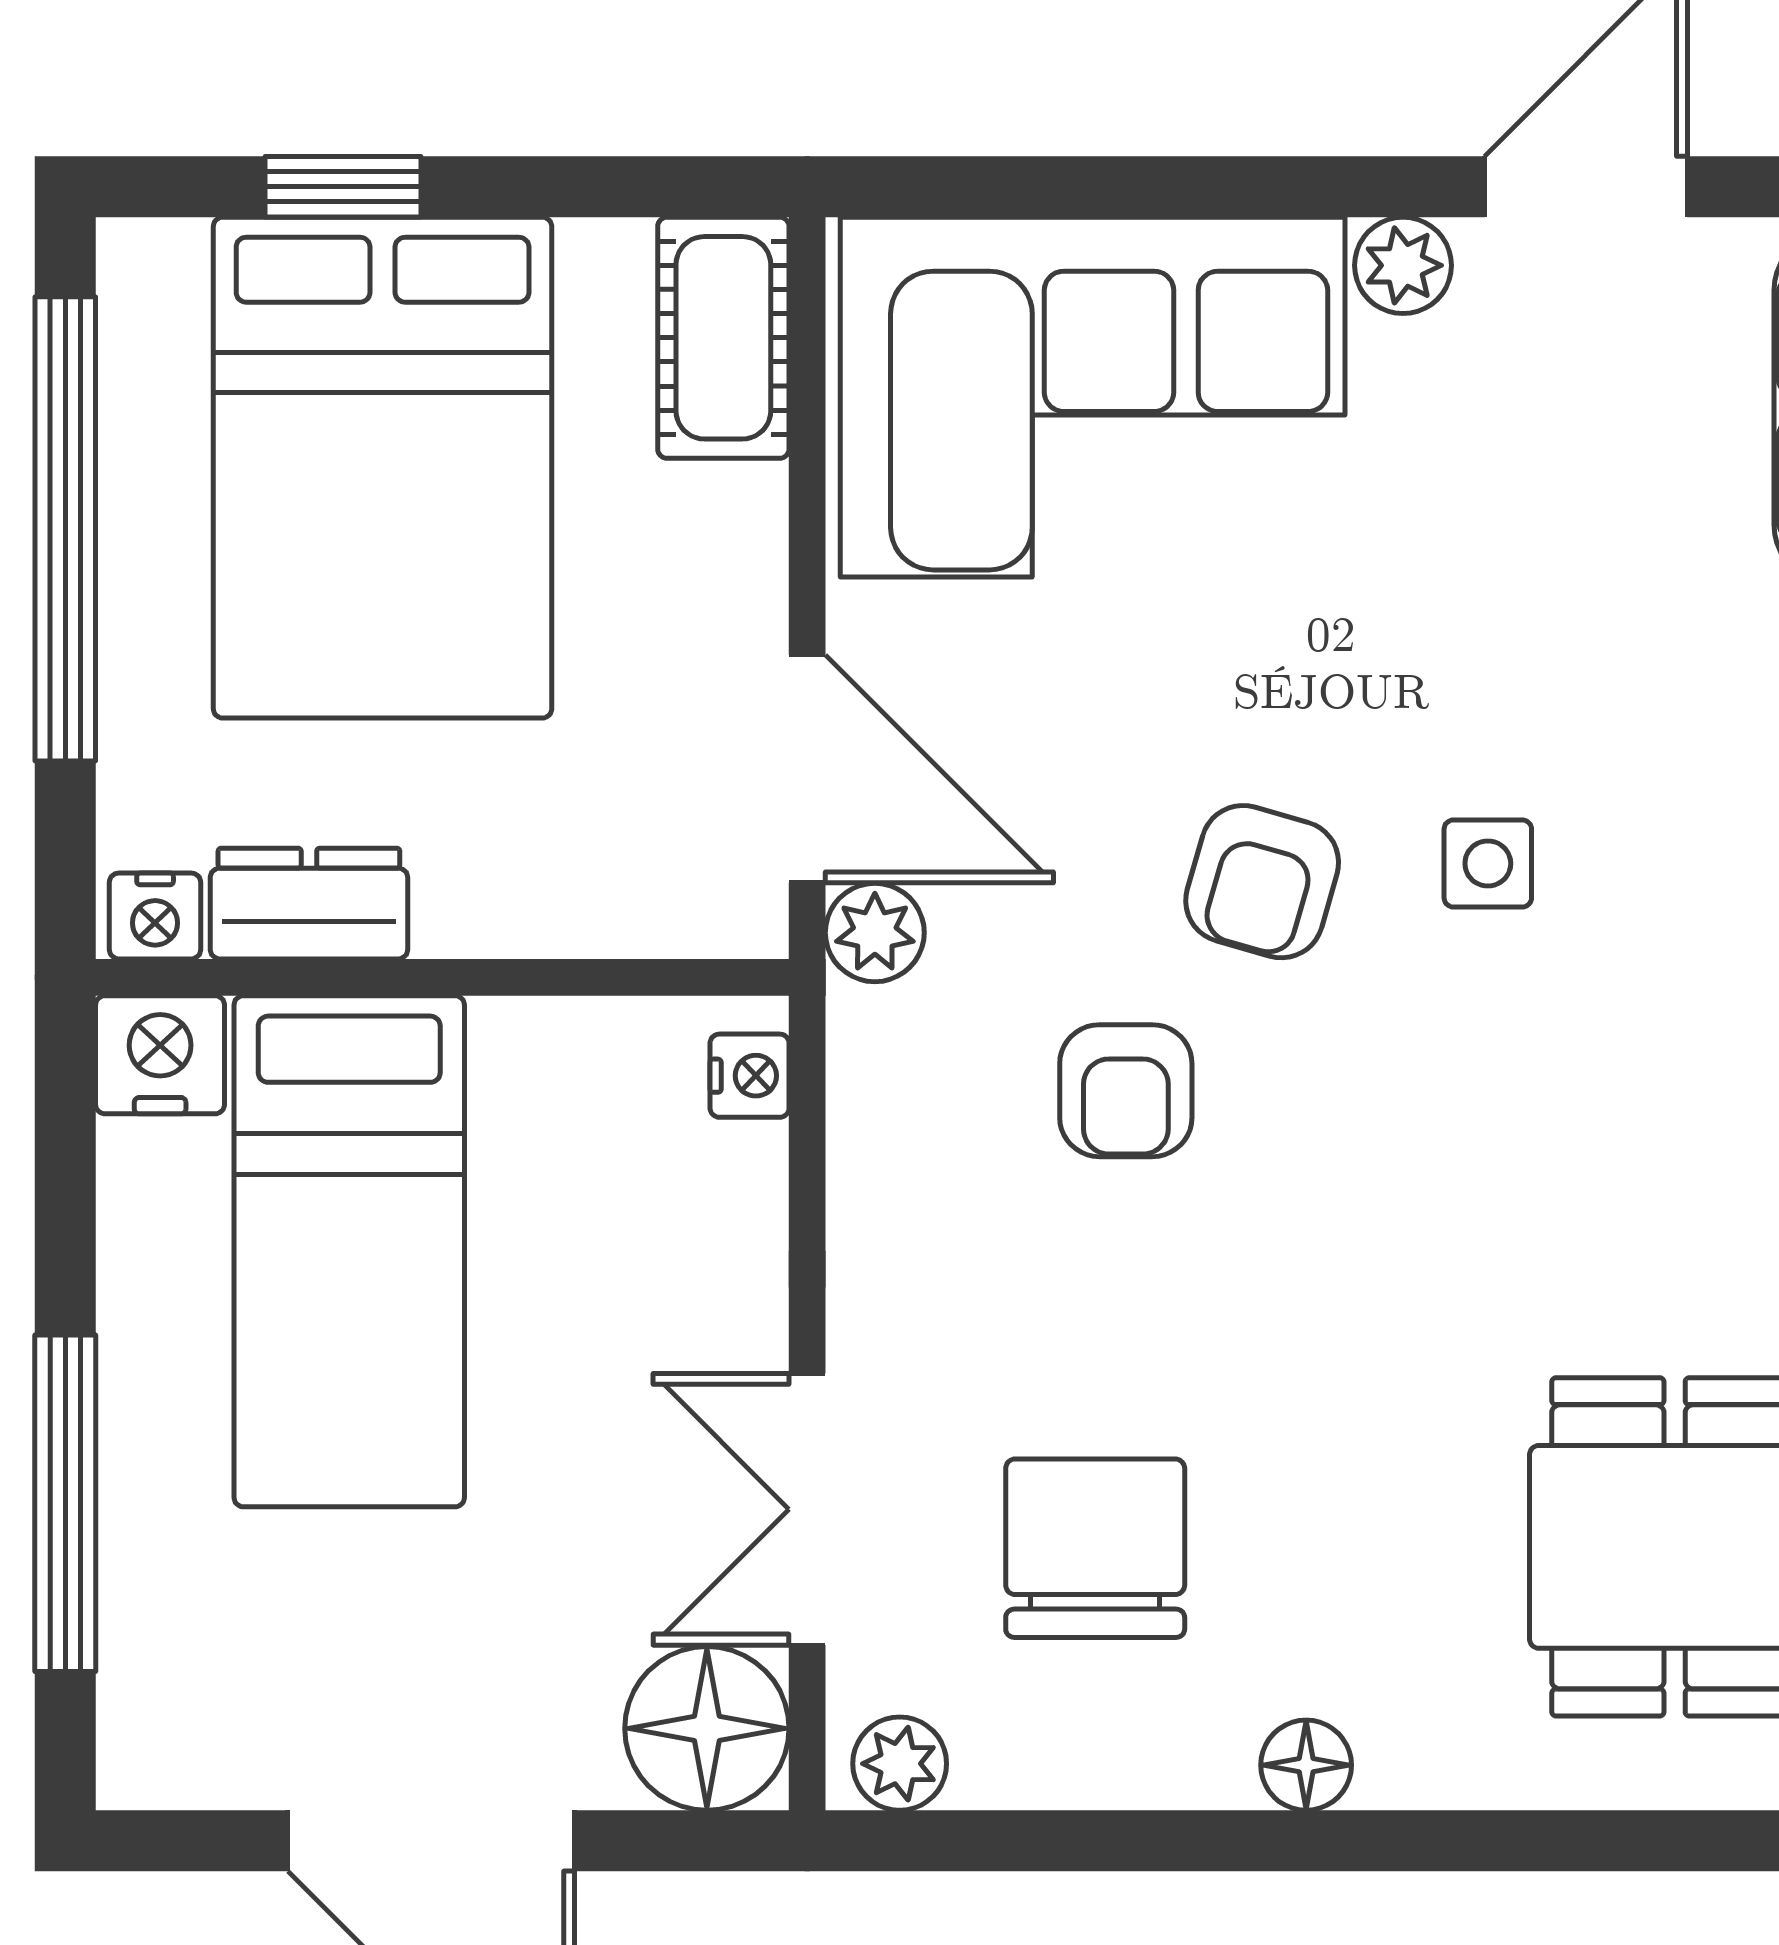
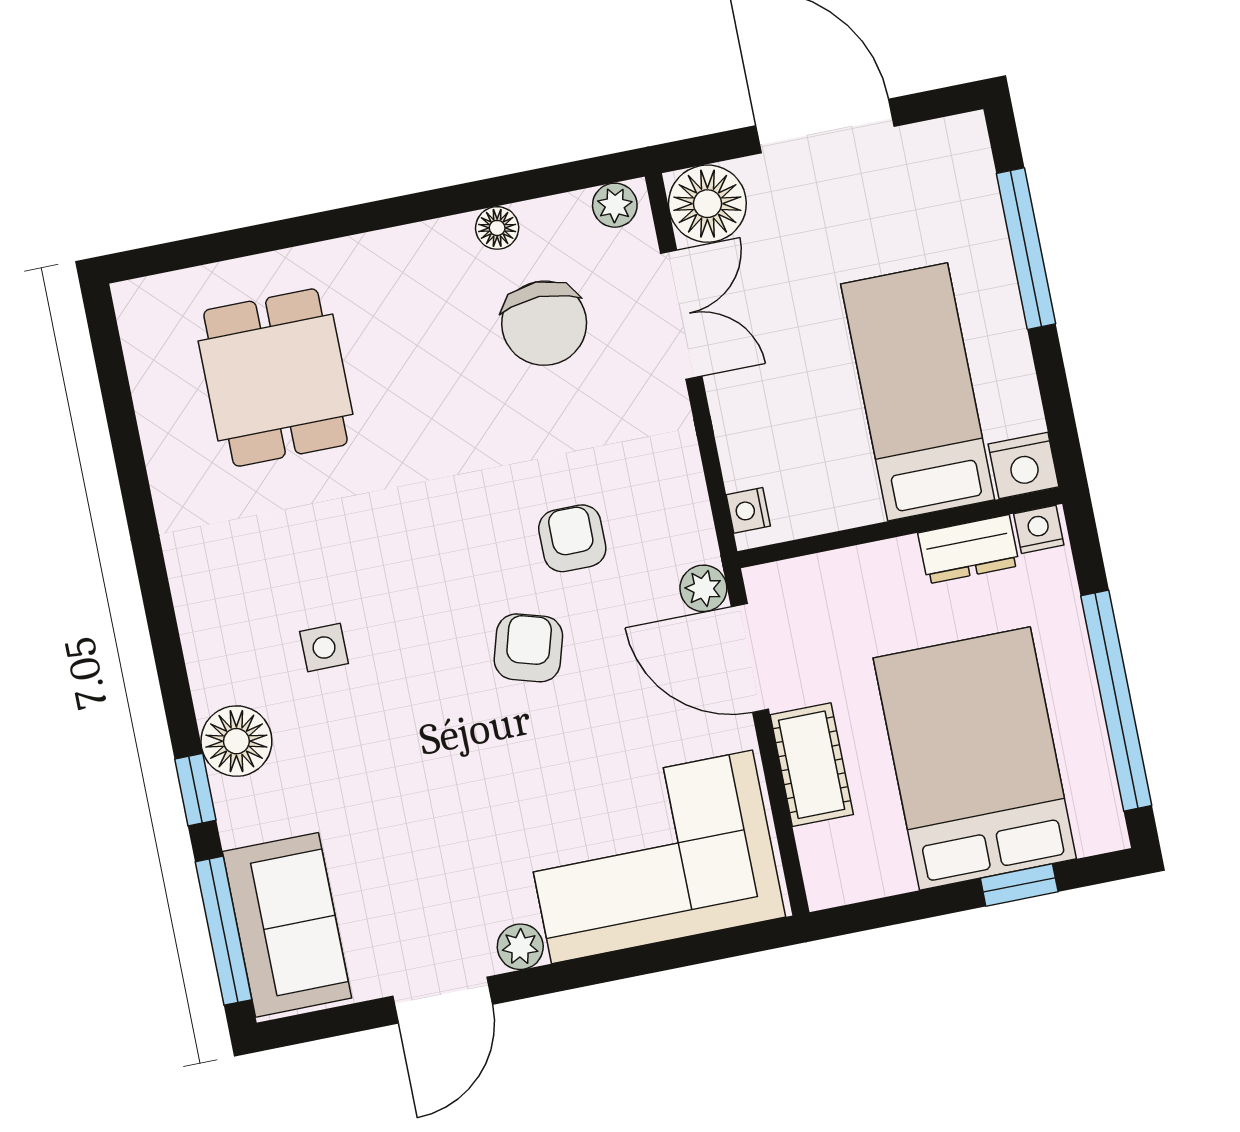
cot: (723, 338) -> (812, 765), moved
side table: (1488, 863) -> (324, 648), moved
floor lamp: (1306, 1765) -> (497, 228), moved

